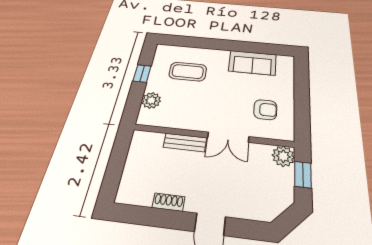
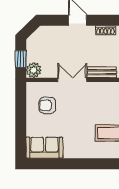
sofa: (252, 63) -> (44, 148), moved

